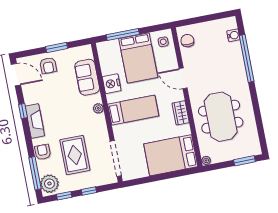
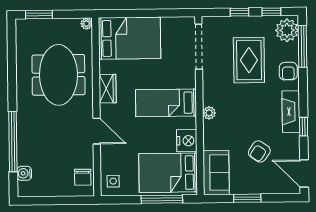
bed: (138, 58) -> (168, 173), moved, turned -90
armchair: (48, 66) -> (259, 151), moved, turned -145
sofa: (87, 77) -> (216, 173), moved

